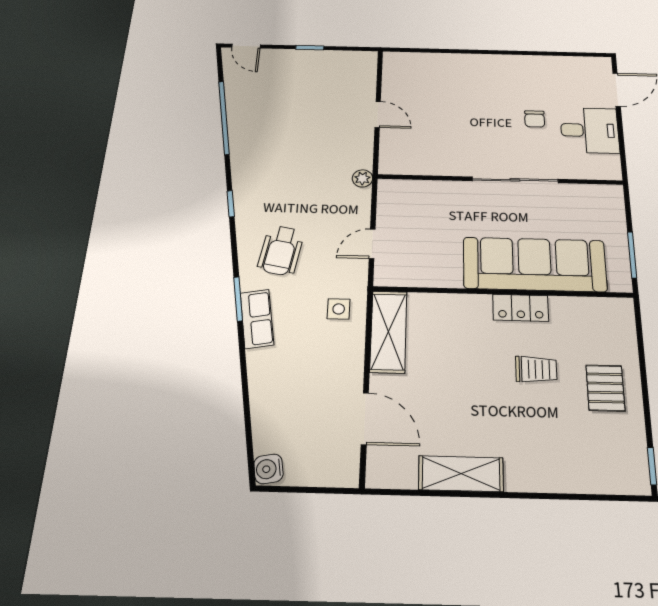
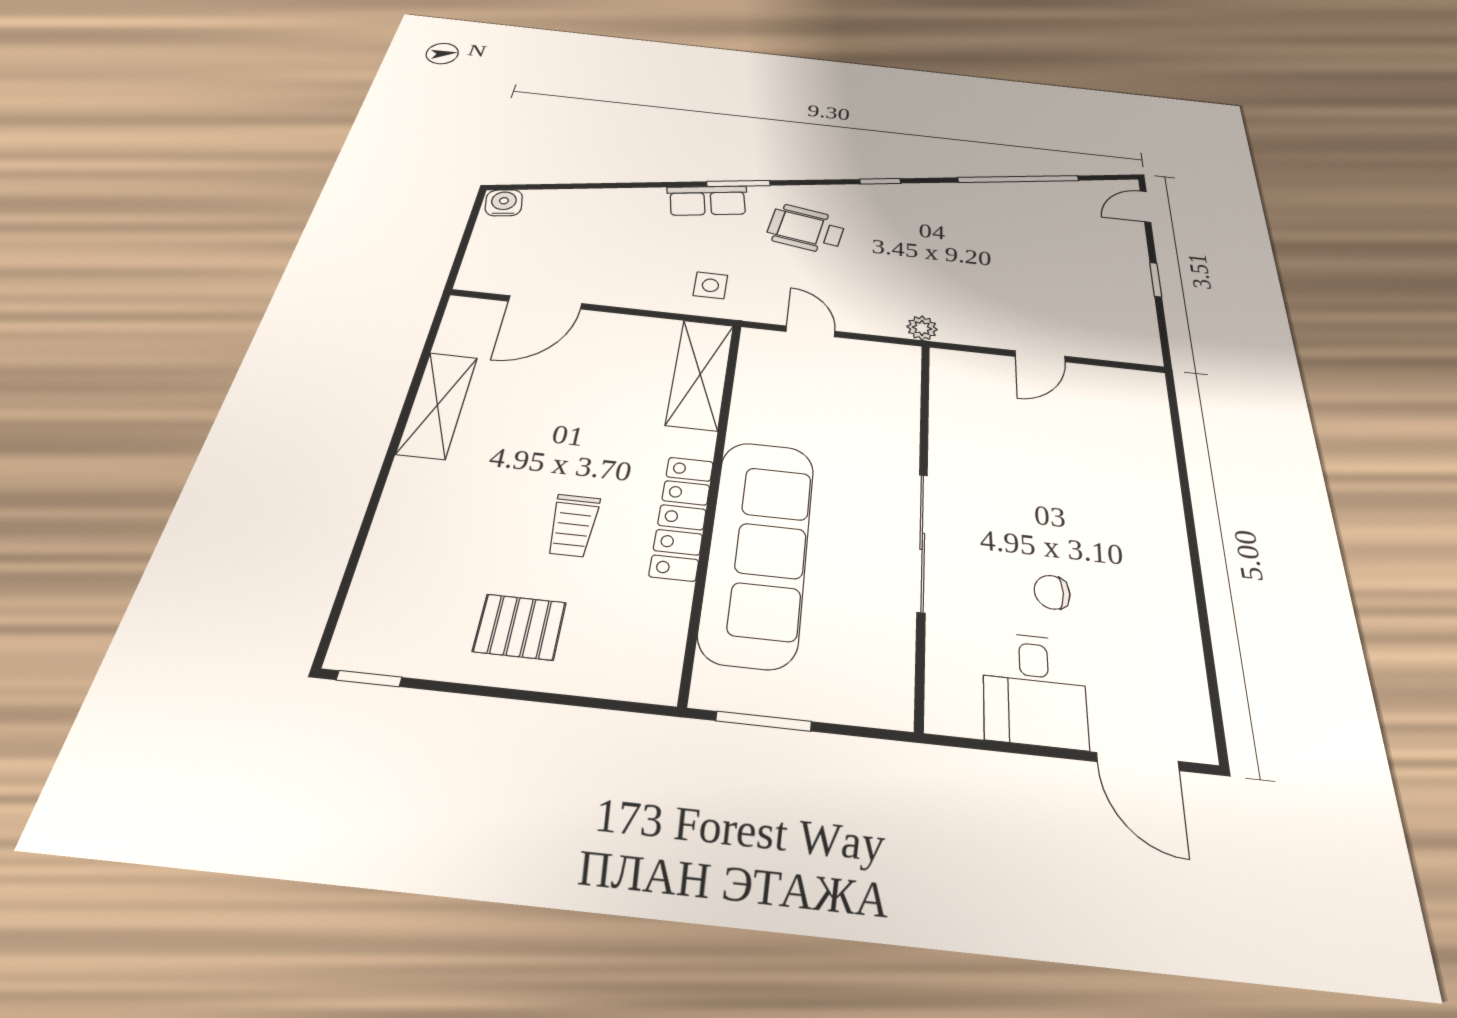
locker: (521, 308) -> (682, 517), width x1.53
shelving: (388, 332) -> (700, 374), moved, turned 90

